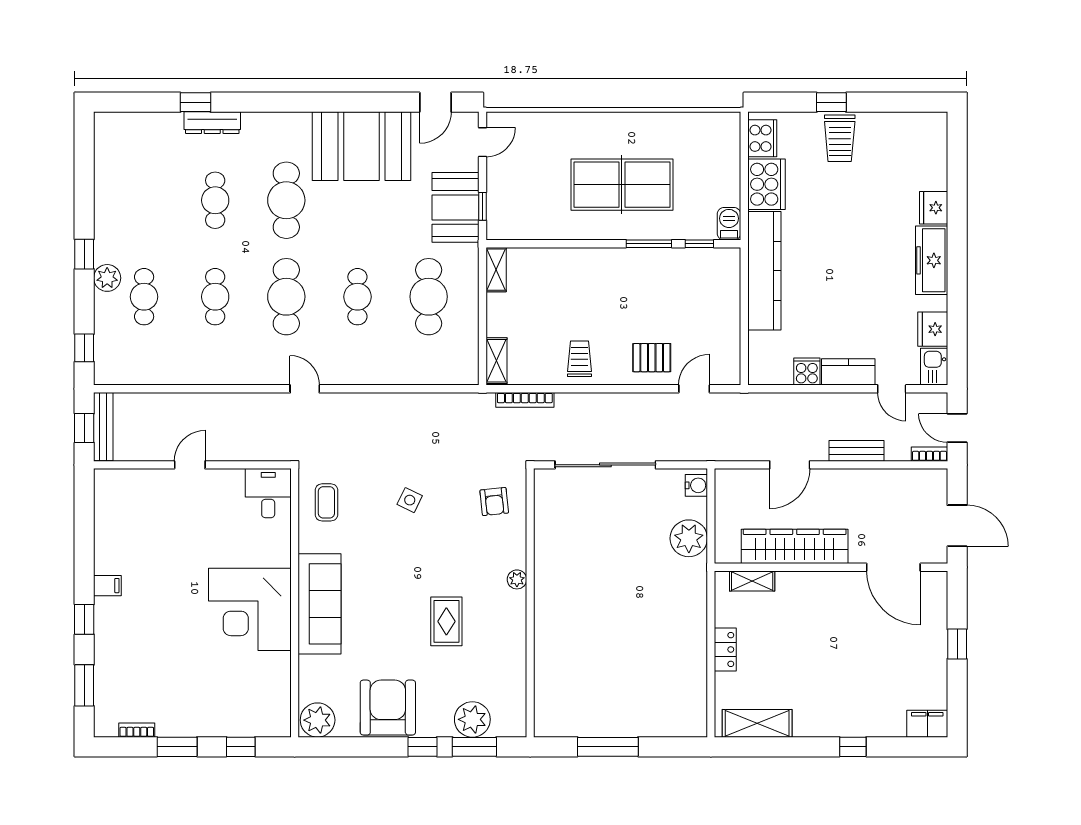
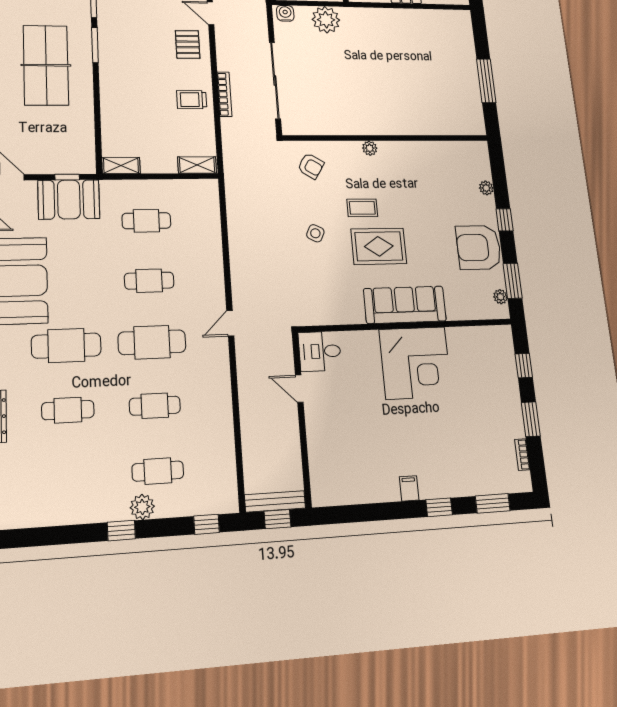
cafe table: (429, 297) -> (146, 221), width x0.73, depth x0.74
bookcase: (525, 400) -> (224, 94), moved
door: (190, 465) -> (299, 389), moved
coffee table: (326, 502) -> (362, 208), moved
armchair: (494, 502) -> (311, 166), turned 38
rug: (446, 621) -> (379, 246), moved, width x1.36, depth x1.43
plant: (472, 719) -> (486, 188), width x0.53, depth x0.53
plant: (318, 720) -> (500, 297), width x0.53, depth x0.53
window: (474, 747) -> (513, 281), moved

